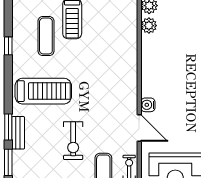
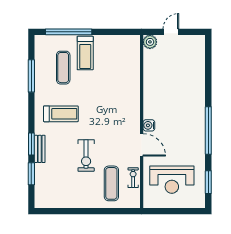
plant: (149, 26) -> (150, 59), removed
window: (8, 46) -> (31, 76), width x2.17
treadmill: (43, 91) -> (61, 114), width x0.73, depth x0.73

